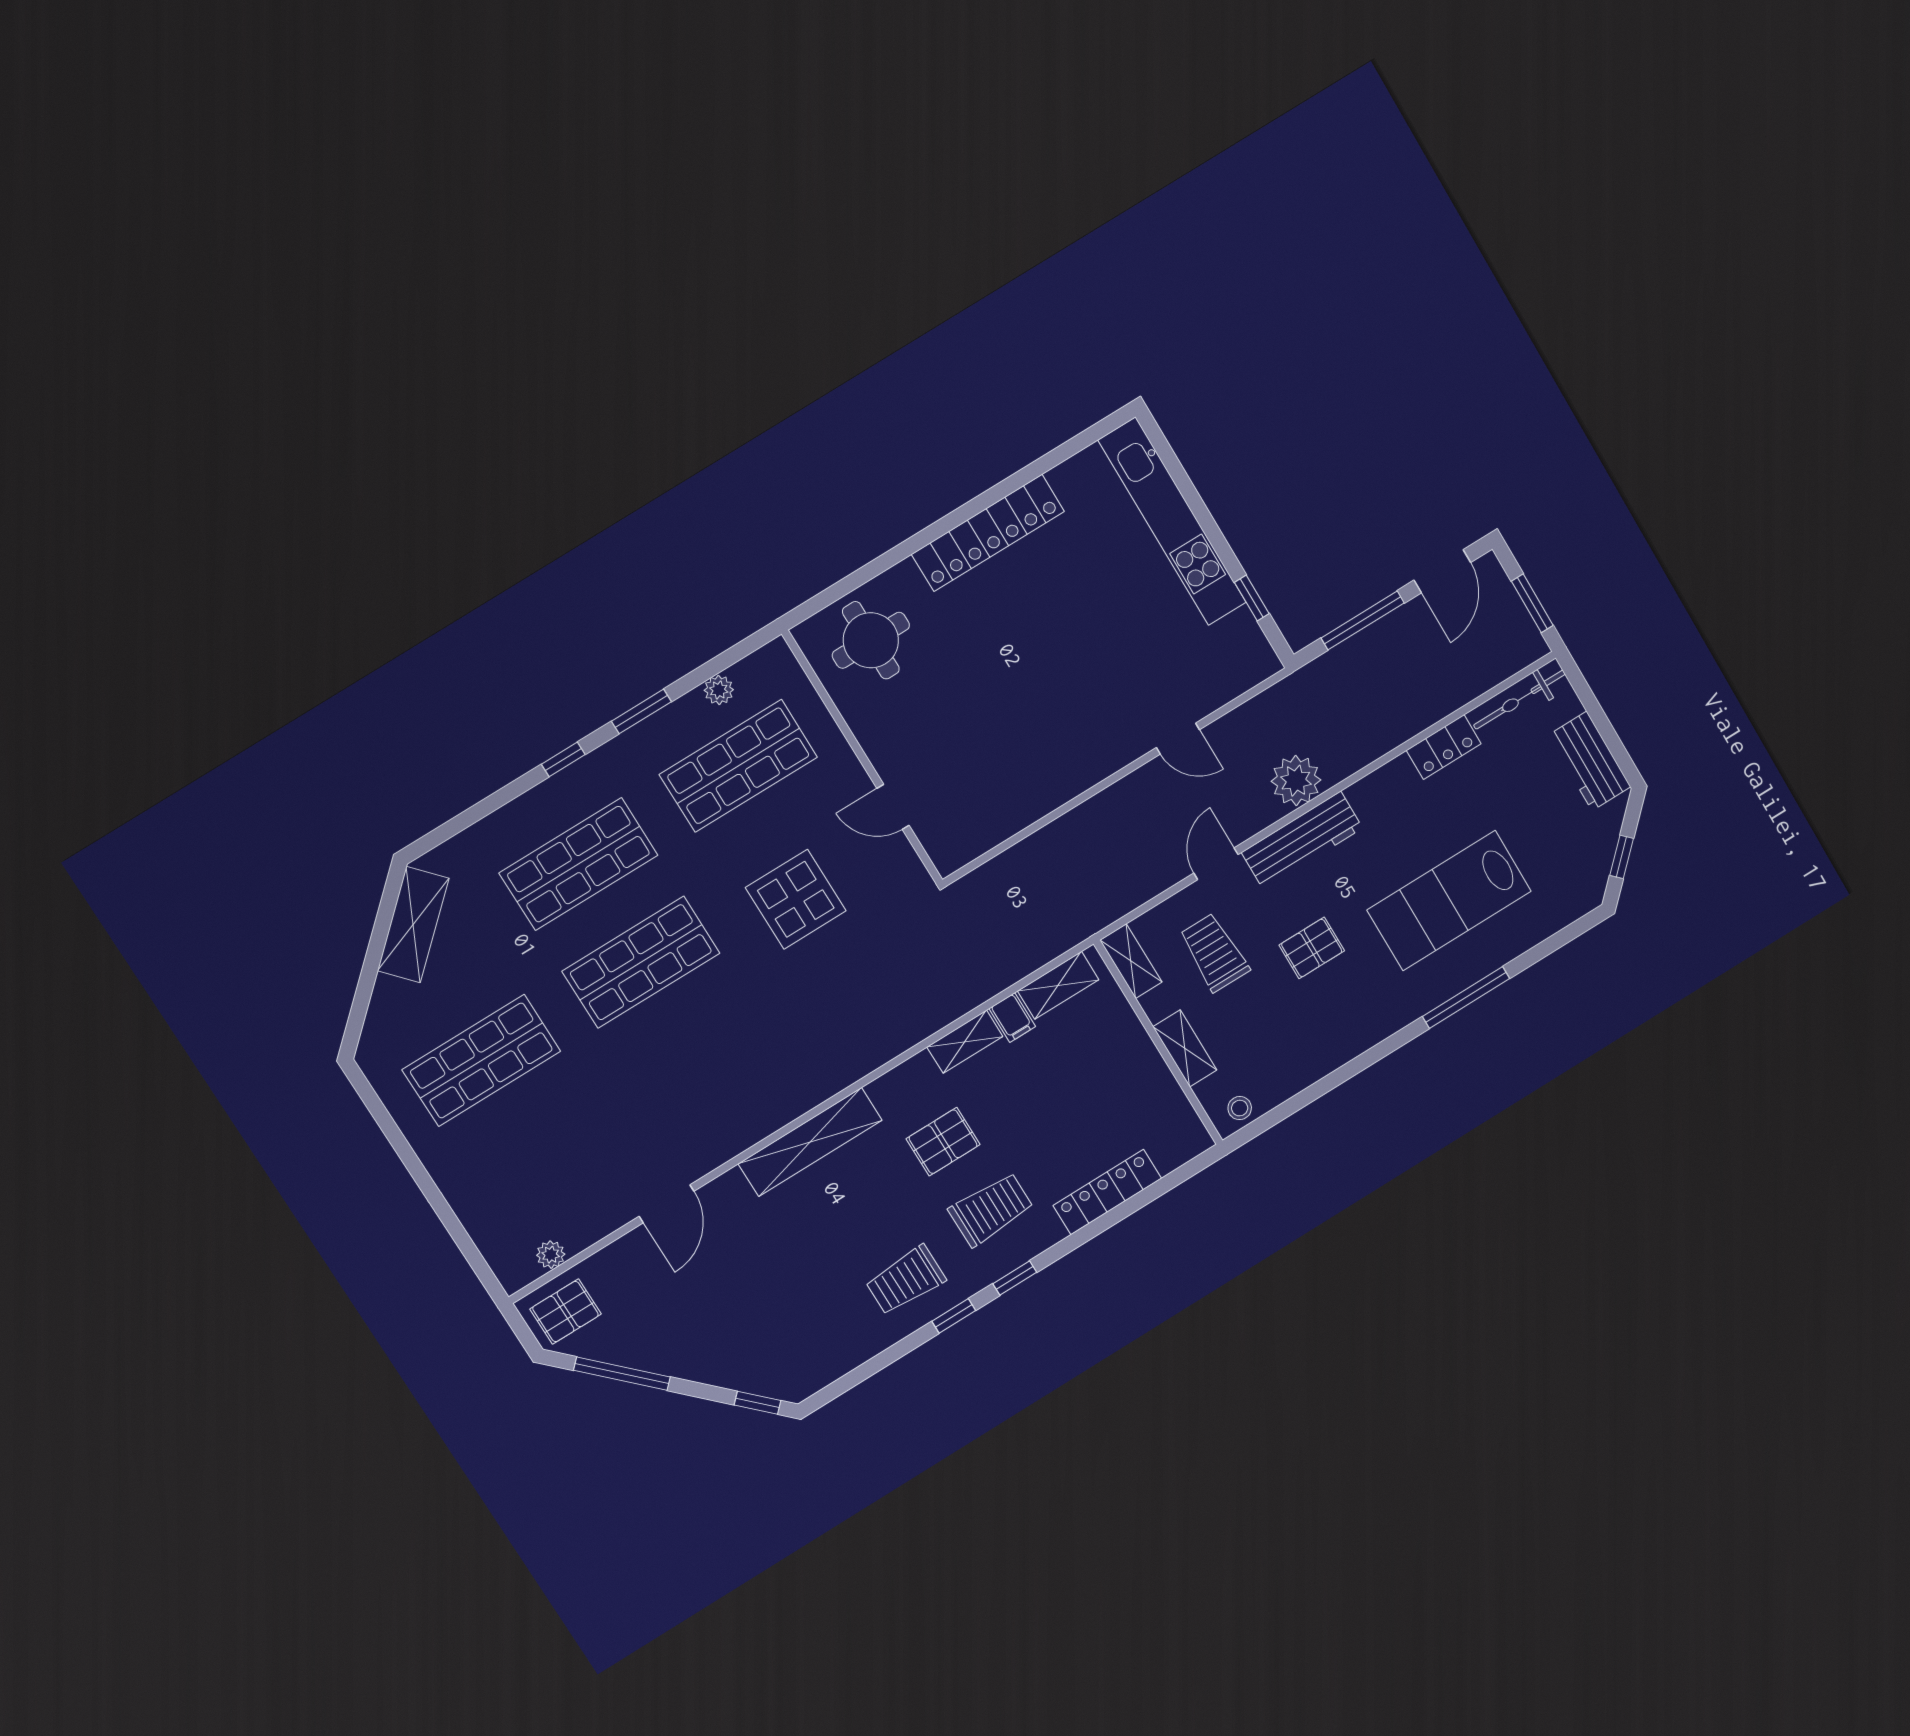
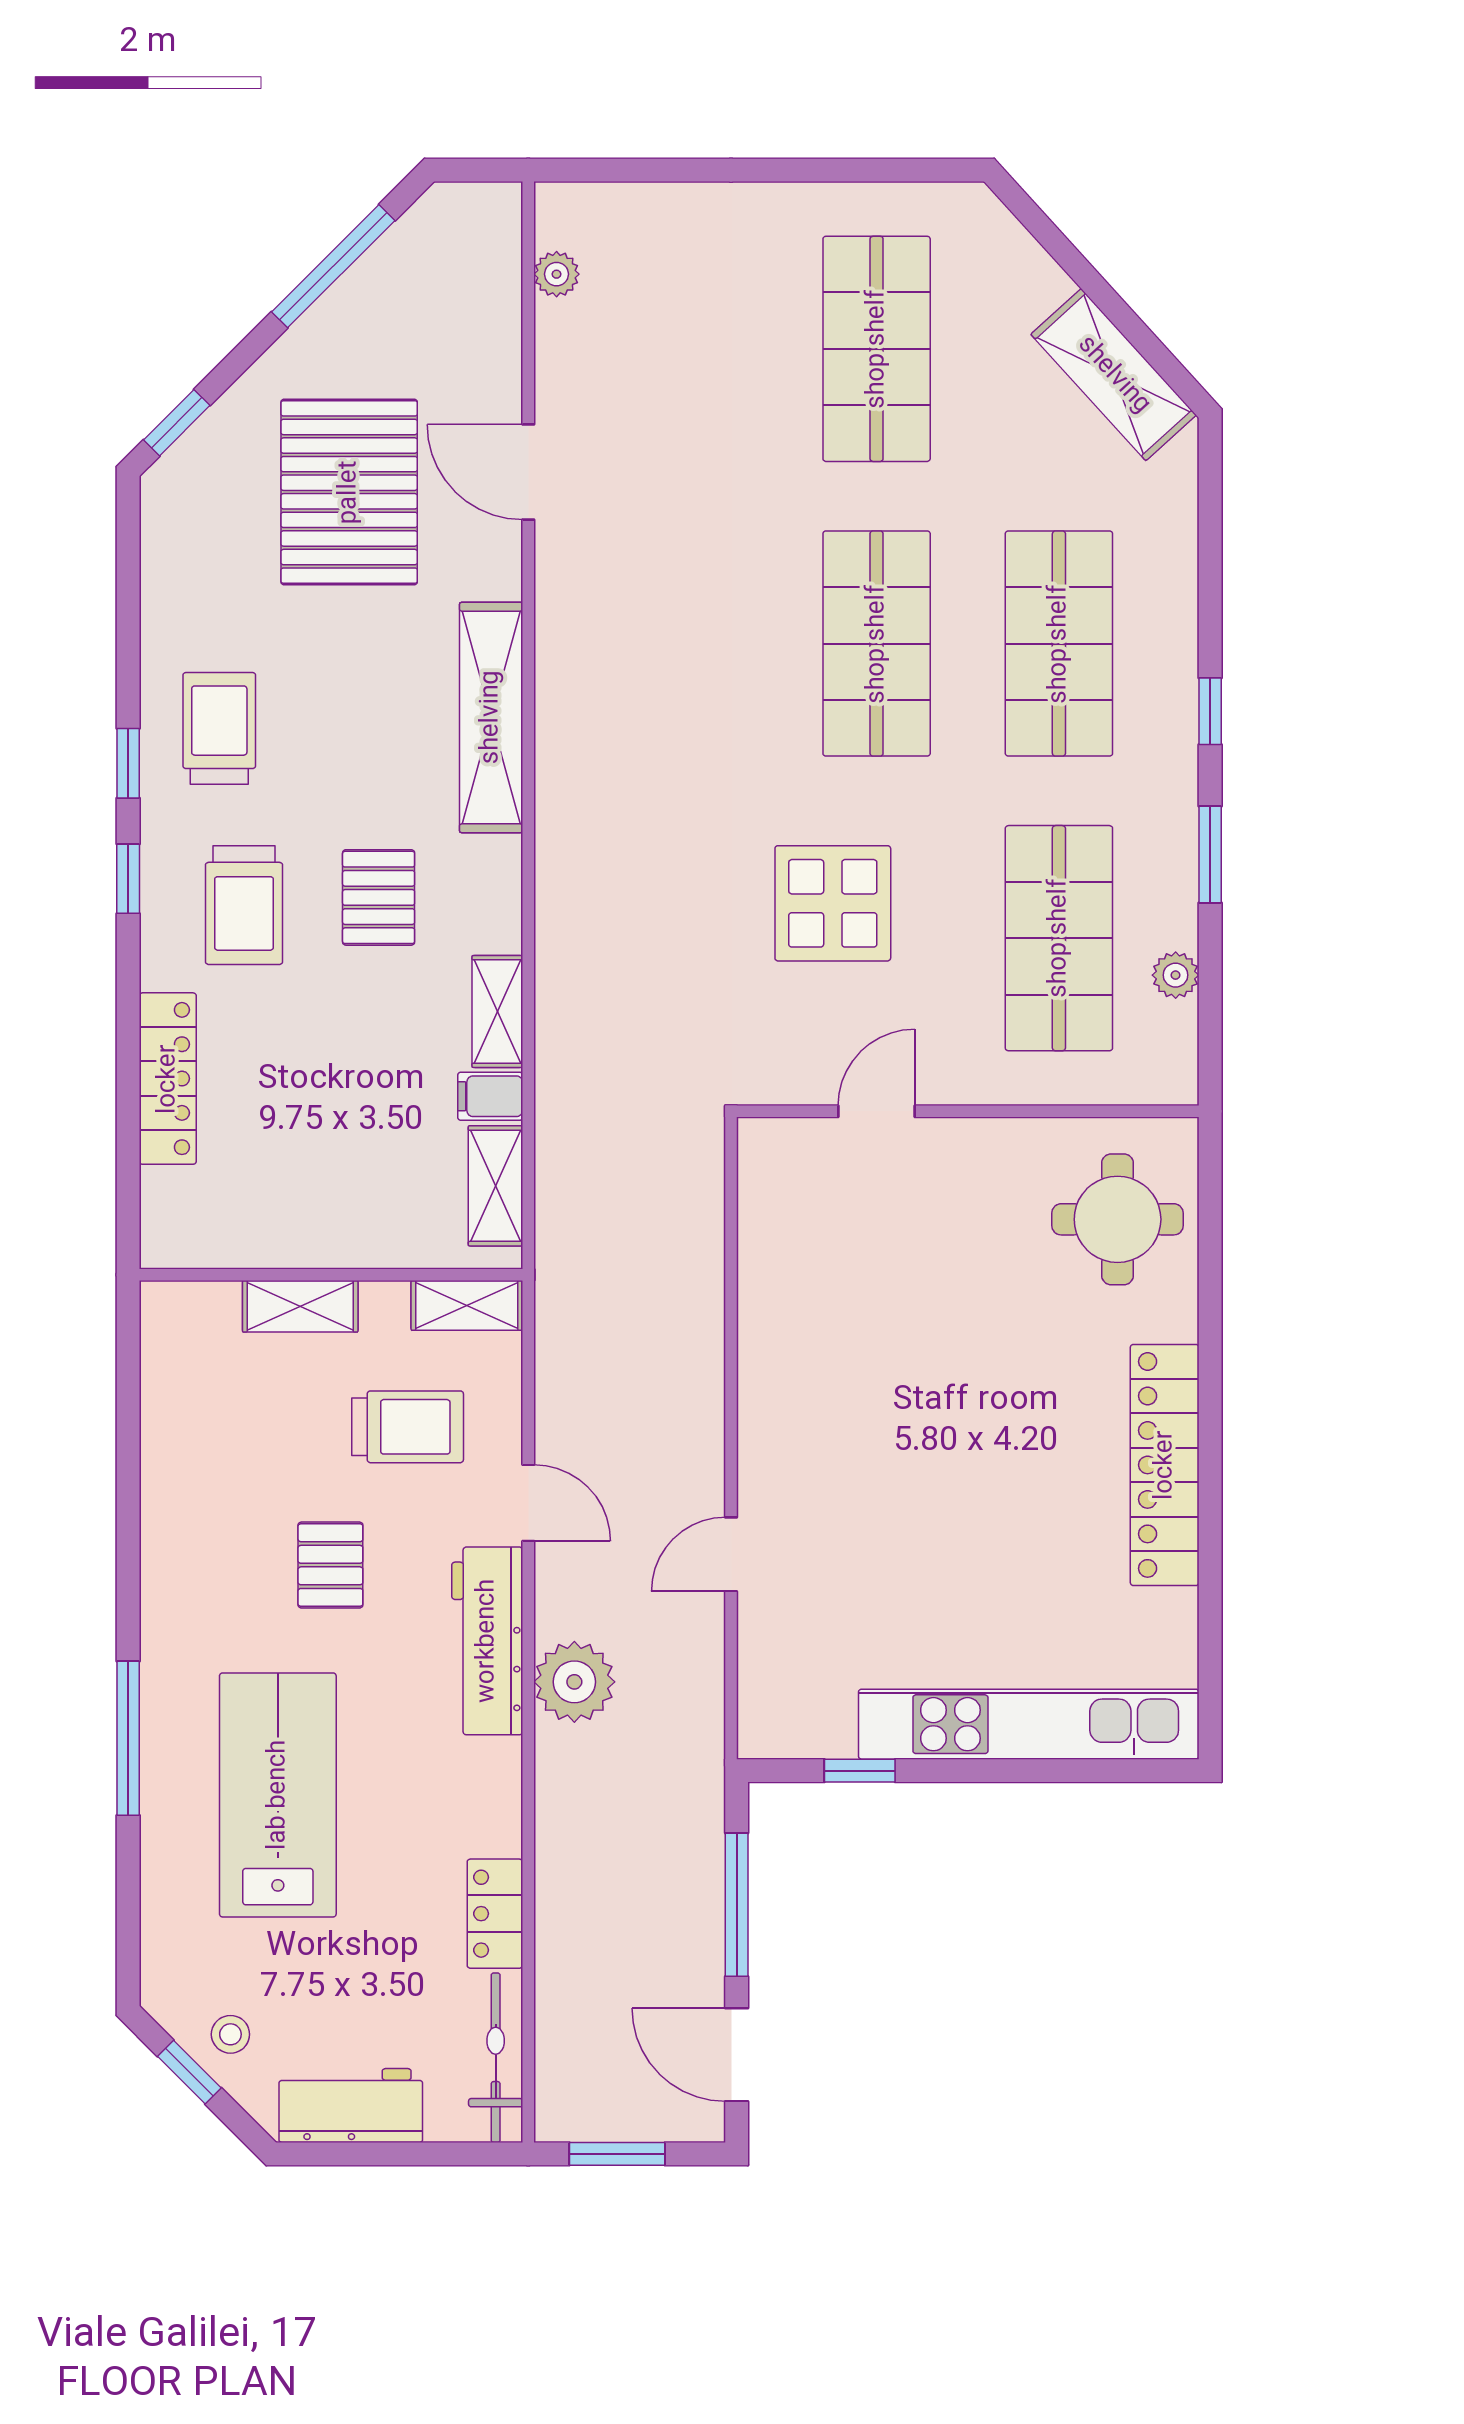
stool: (1240, 1108) -> (230, 2034), moved
pallet: (565, 1312) -> (349, 492), moved, width x2.05, depth x2.00

